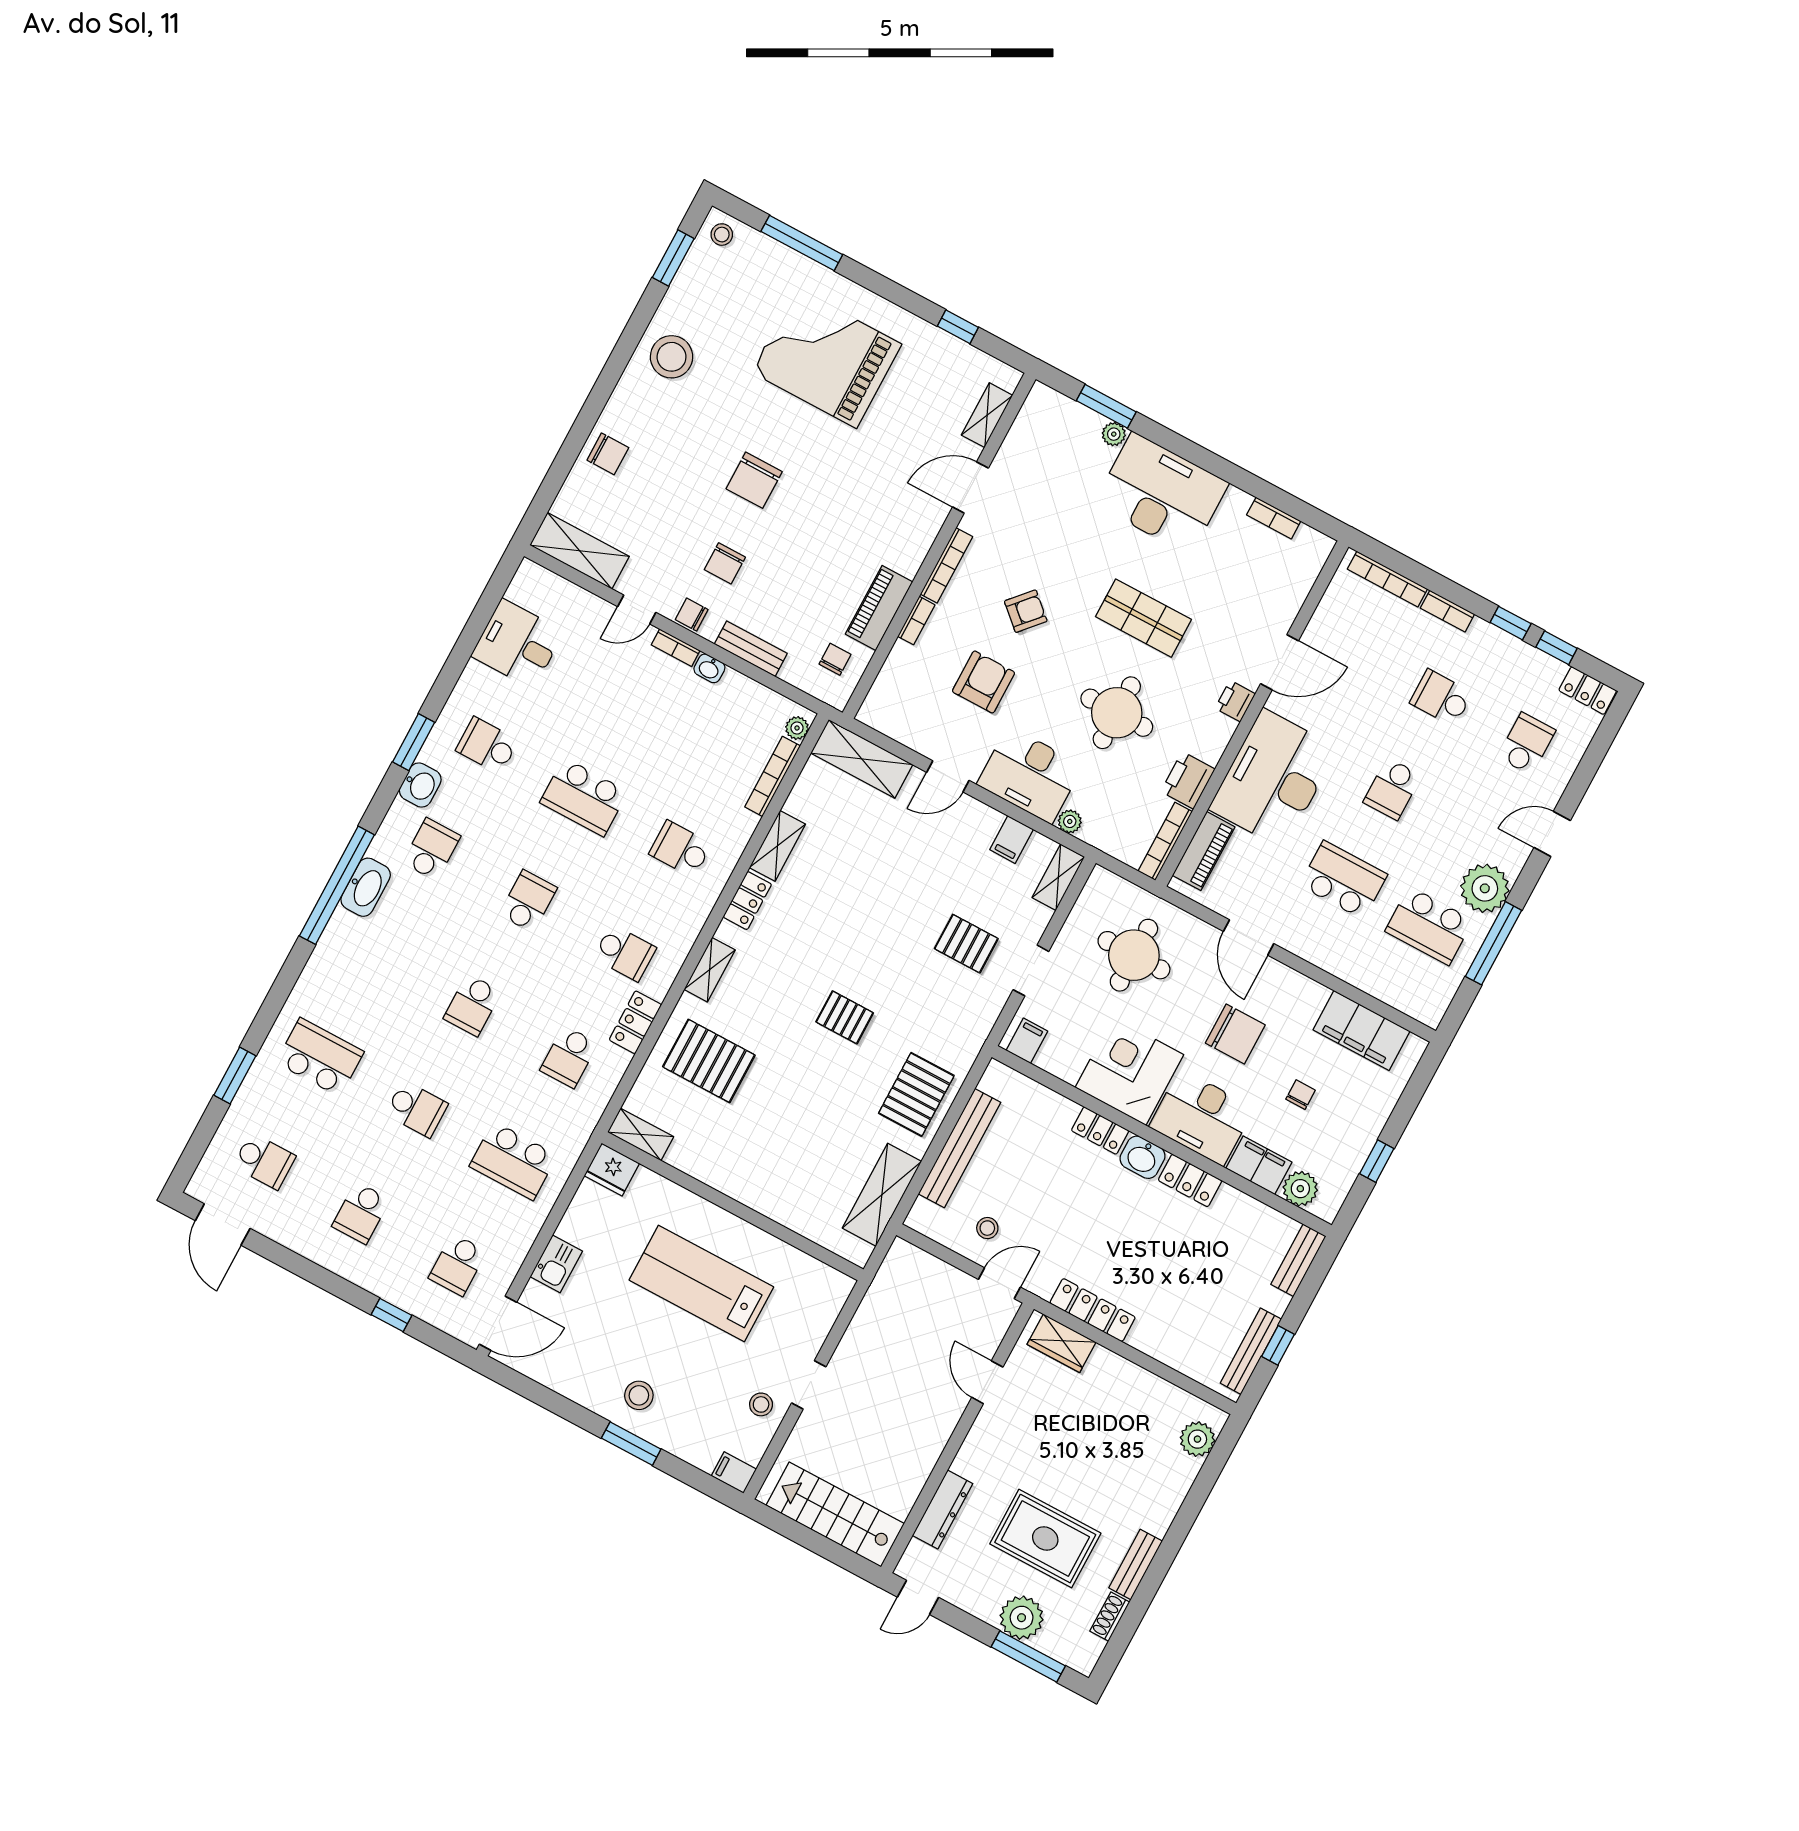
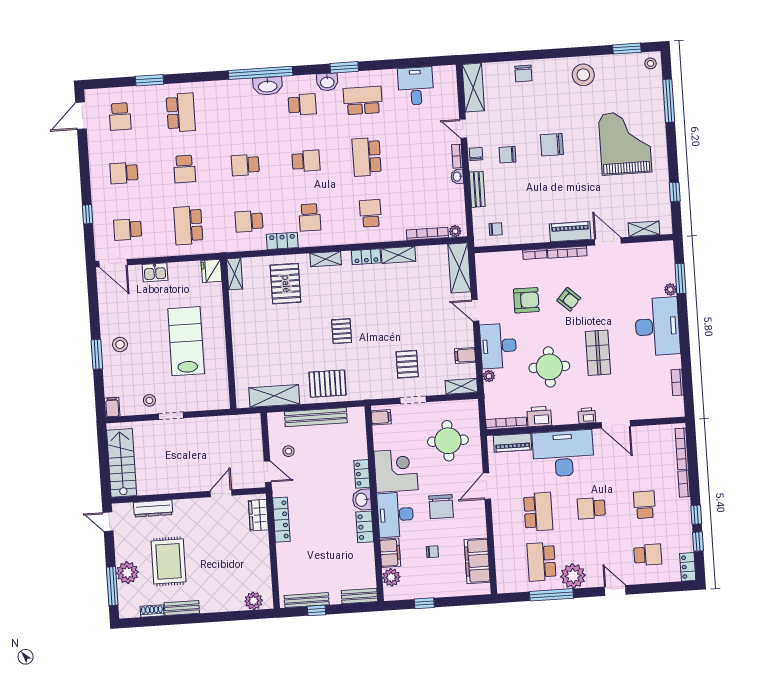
piano: (879, 608) -> (570, 232), moved
school desk: (487, 745) -> (363, 100), width x1.85

